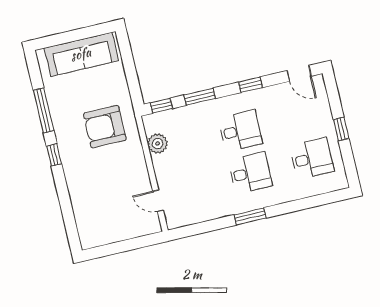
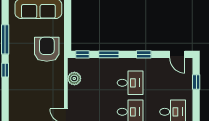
armchair: (105, 127) -> (47, 49), moved, turned 90
window: (341, 129) -> (196, 82), moved

